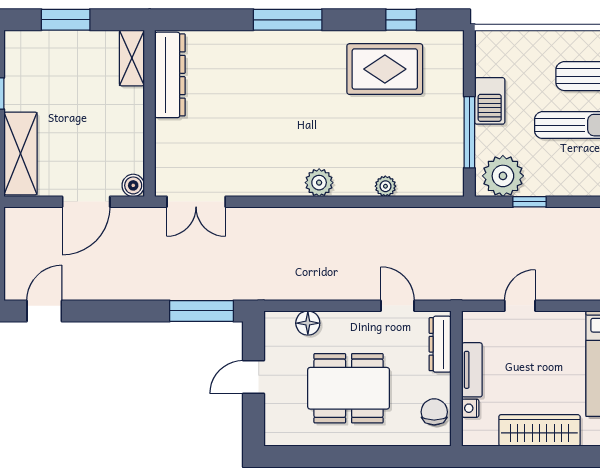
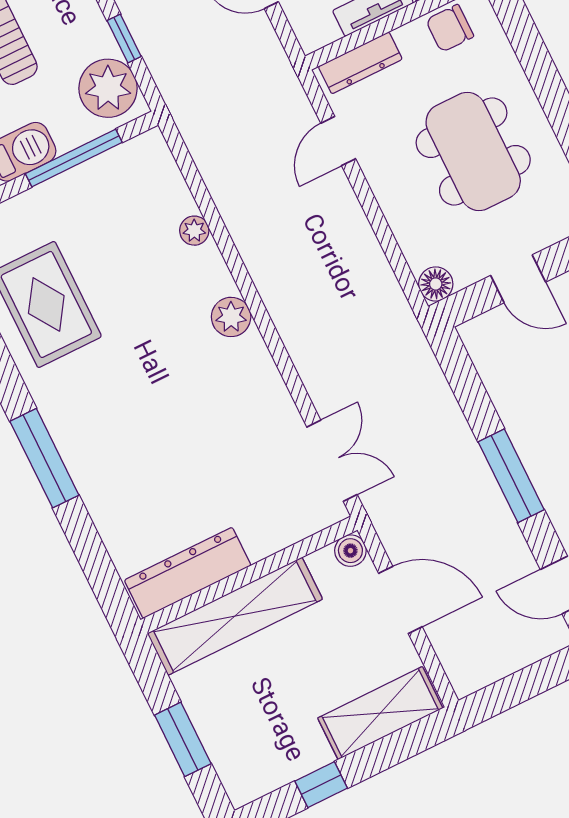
shelving: (132, 58) -> (235, 616), width x2.20, depth x1.33
window: (201, 311) -> (511, 476), moved
floor lamp: (308, 323) -> (436, 284), moved

